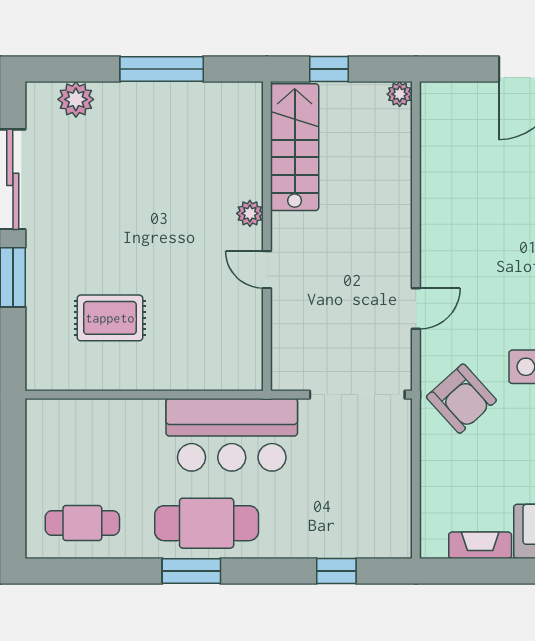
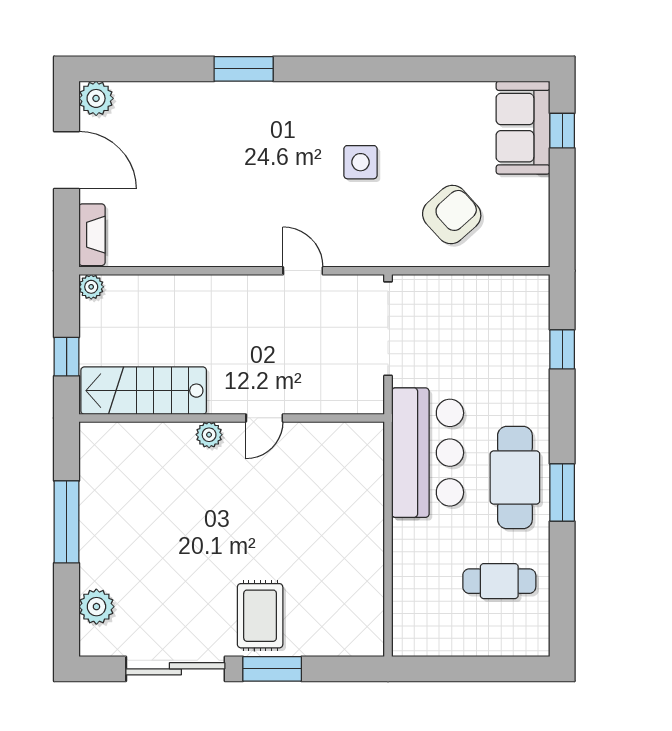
rug: (110, 318) -> (260, 616), moved
armchair: (461, 399) -> (452, 214), moved
cafe table: (82, 523) -> (499, 581), moved, turned 90
fireplace: (480, 545) -> (92, 235), moved, turned 180

